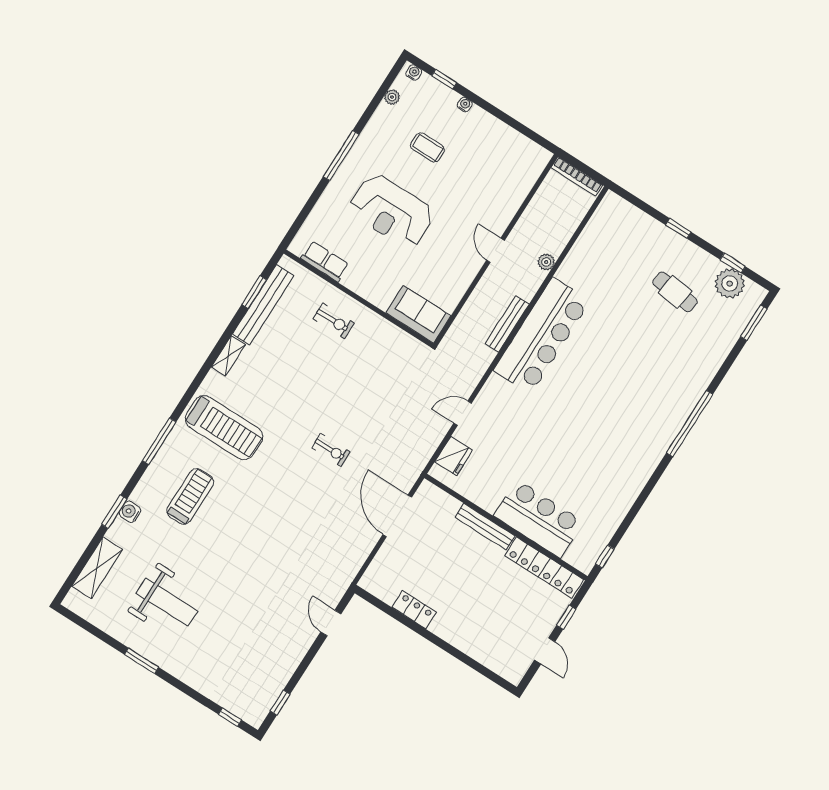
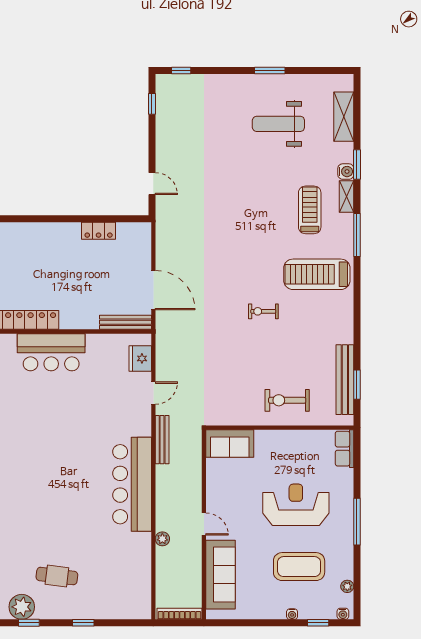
coffee table: (428, 147) -> (299, 567), width x1.86, depth x1.72
sofa: (511, 189) -> (221, 575), added
row of seats: (325, 261) -> (345, 449), moved, turned 90
exercise bike: (334, 321) -> (287, 400), width x1.38, depth x1.39
bench: (507, 324) -> (162, 440), moved
shelving: (228, 356) -> (346, 197), moved
exercise bike: (331, 450) -> (263, 311), moved
treadmill: (190, 496) -> (310, 210), turned 180
bench: (485, 527) -> (125, 322), moved

